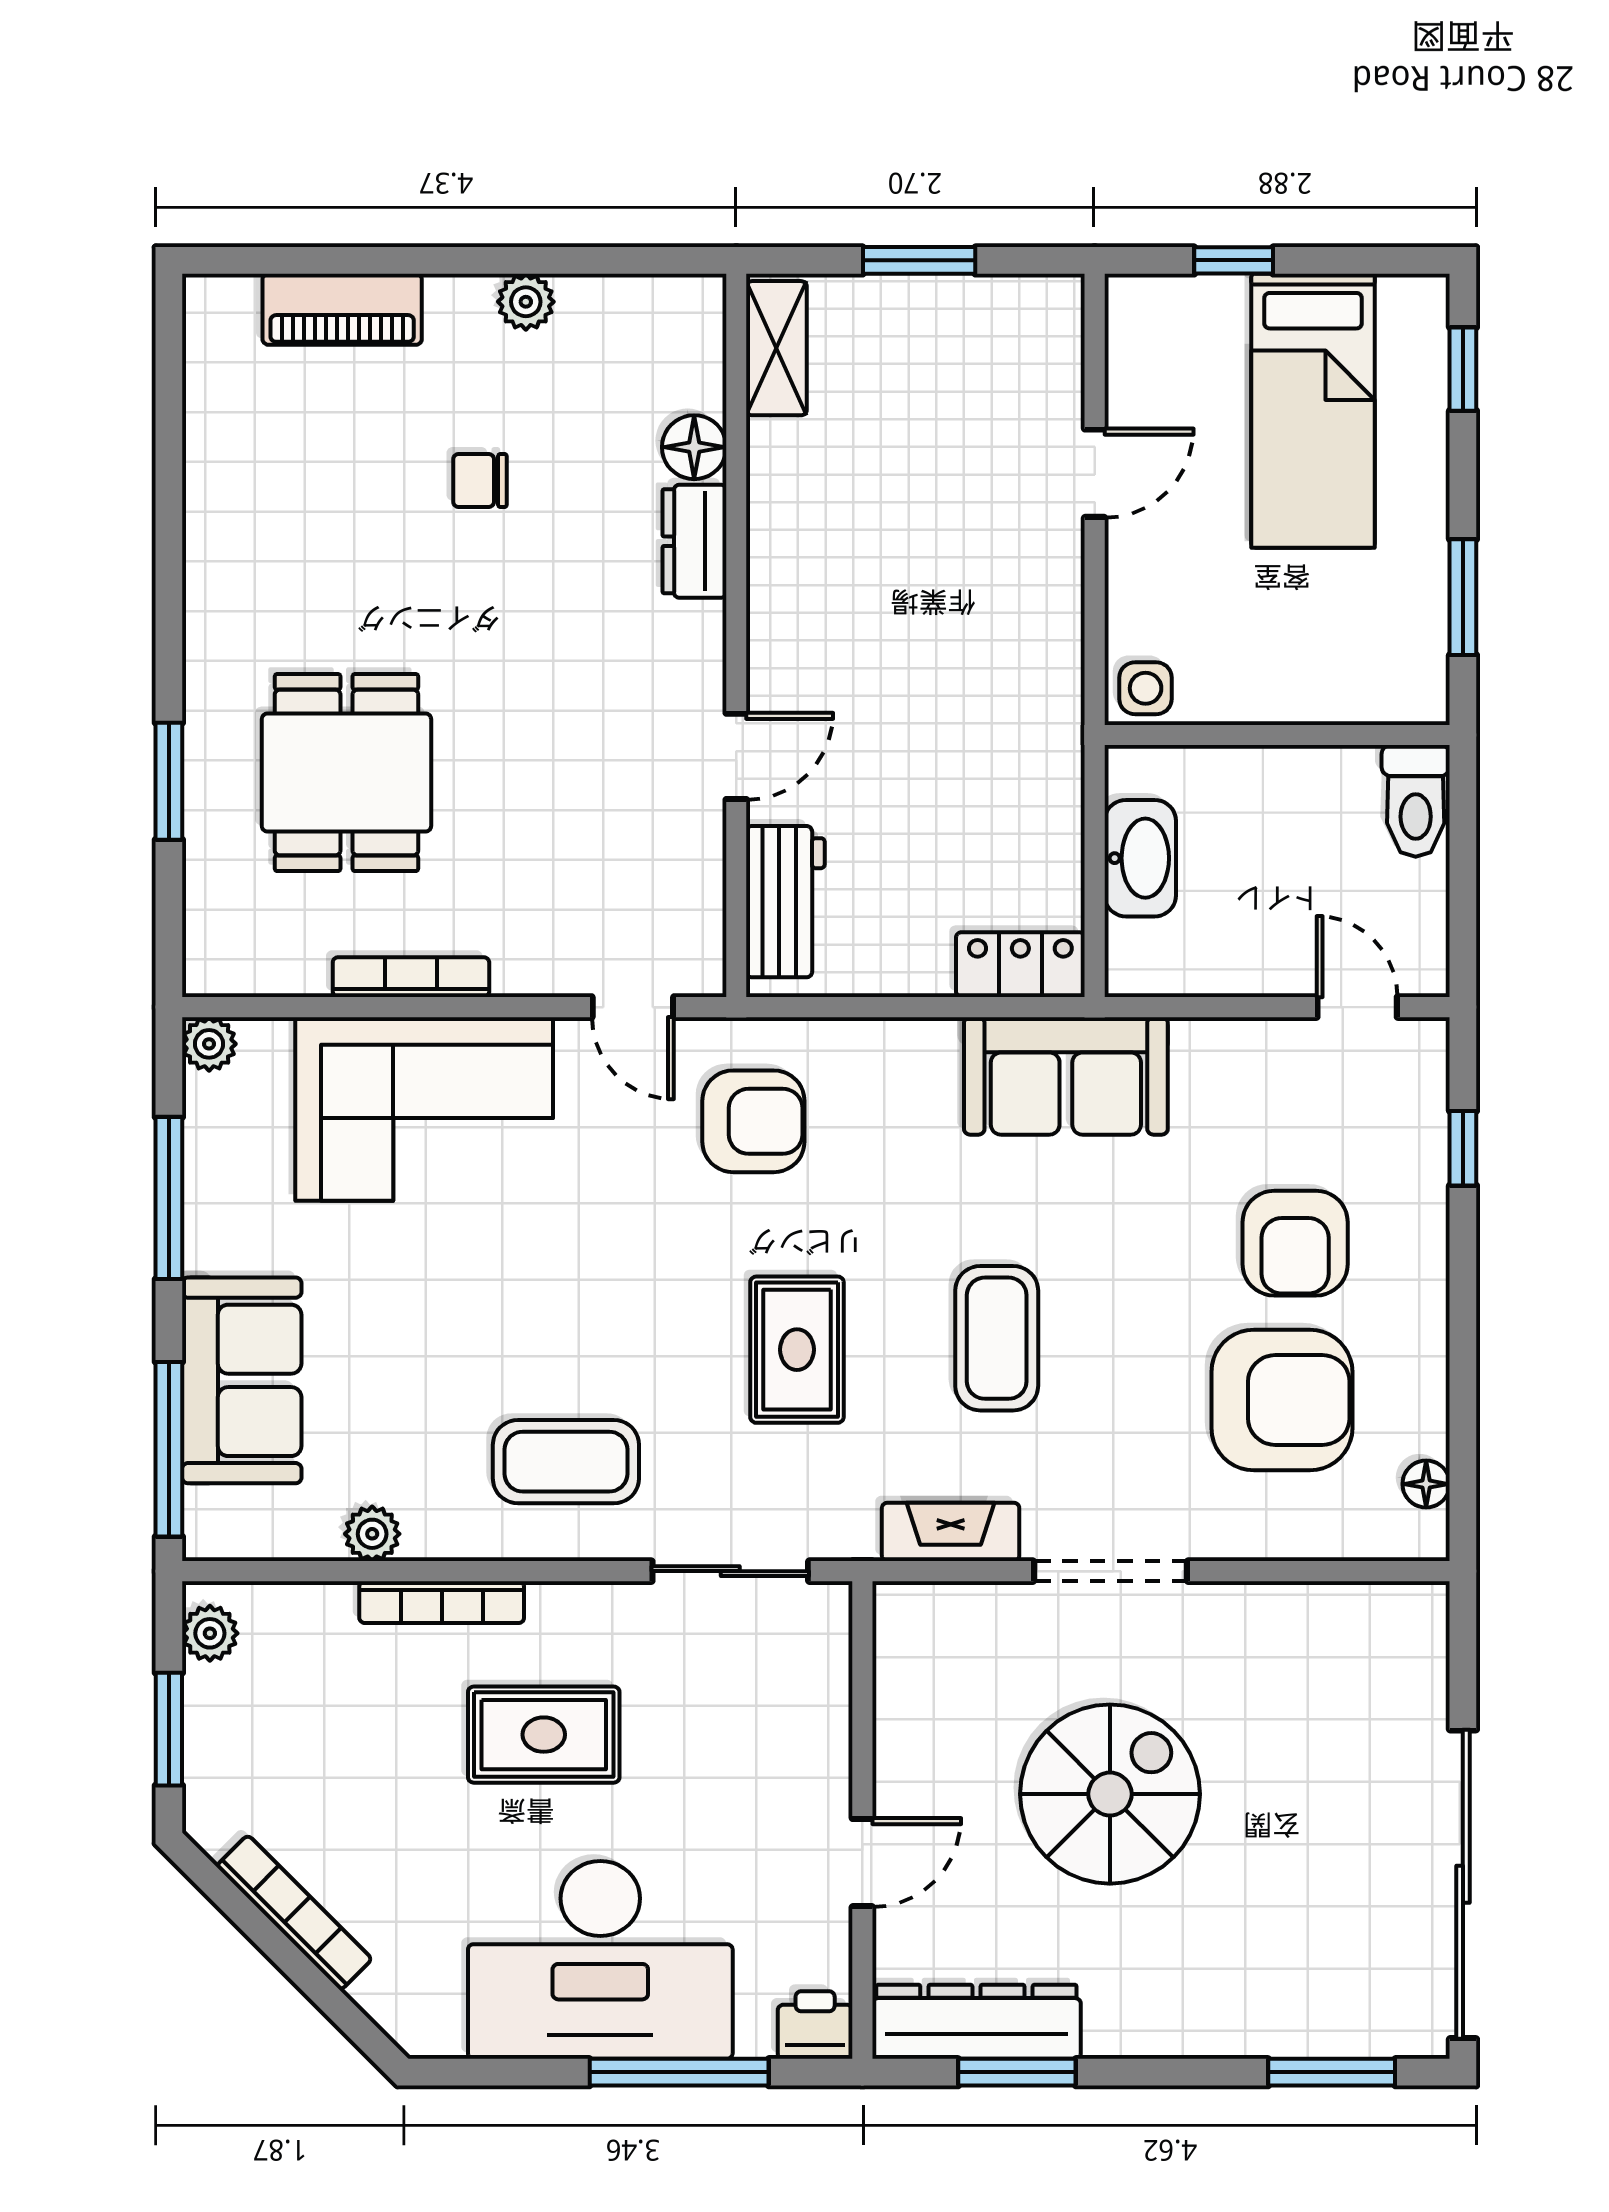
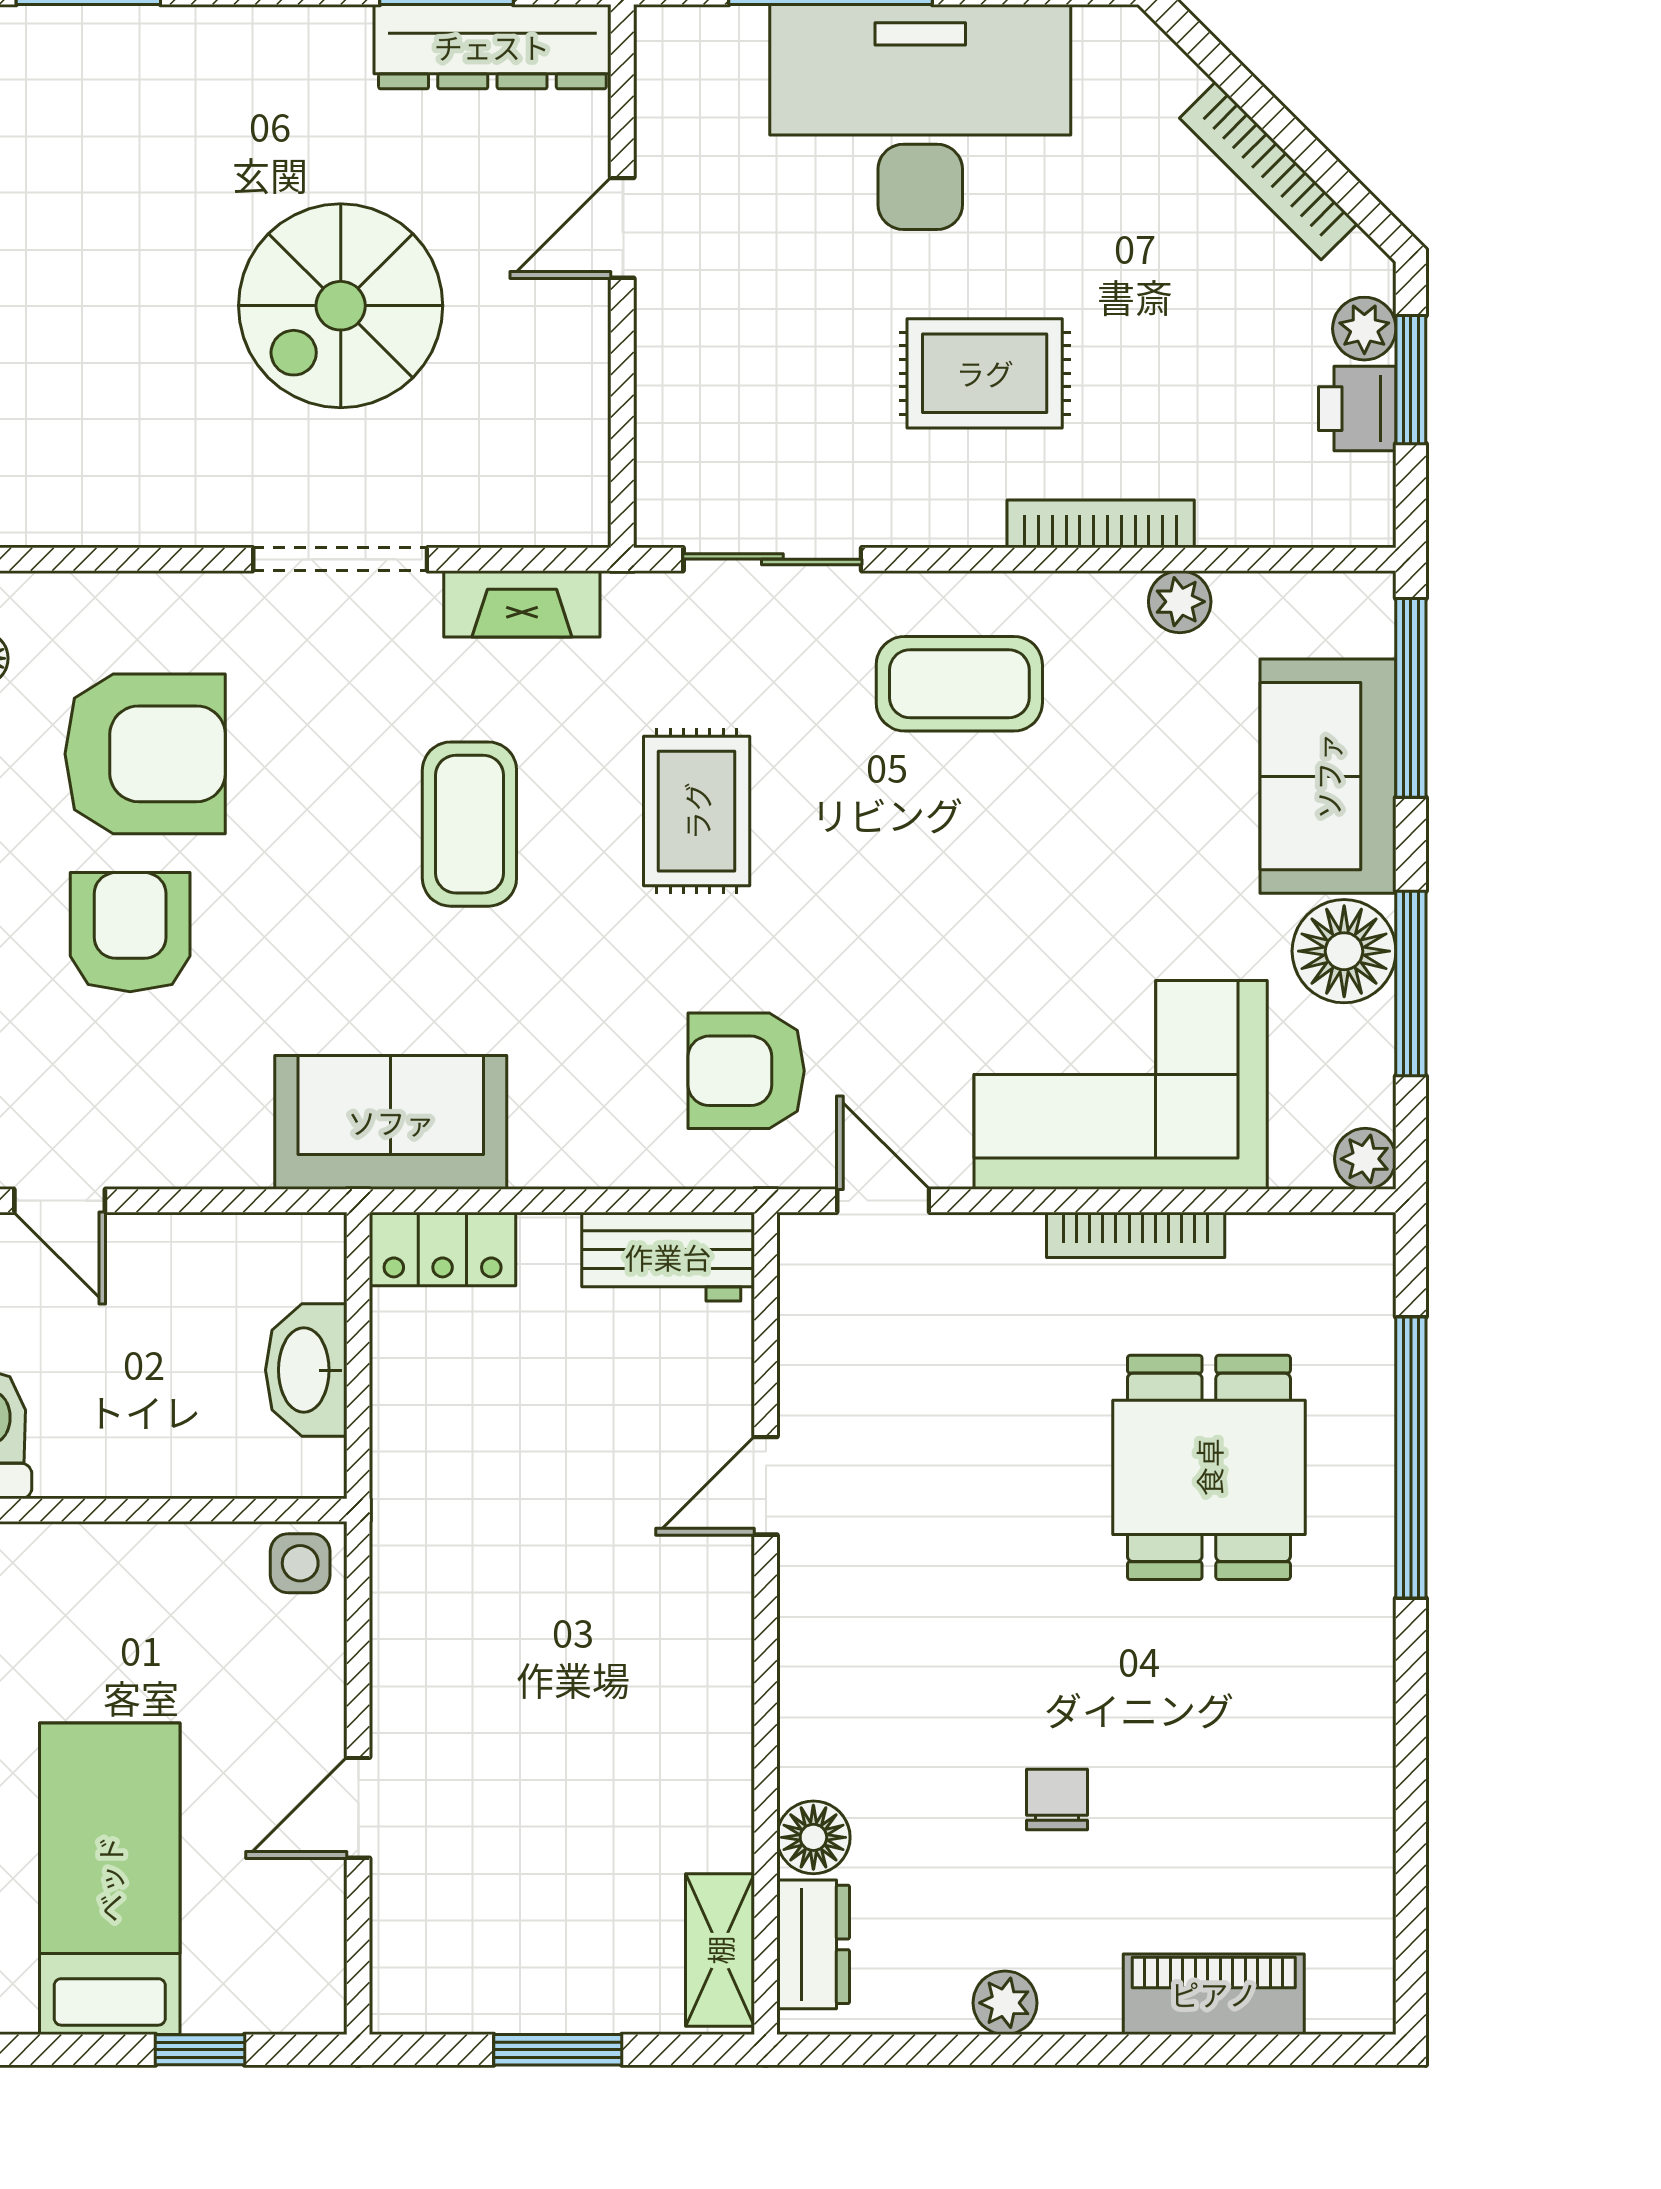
chair: (480, 480) -> (1057, 1800), turned -90
dresser: (694, 541) -> (813, 1944), moved
window: (169, 781) -> (1411, 1457), width x2.11
workbench: (785, 902) -> (668, 1257), moved, turned -90
floor lamp: (228, 1226) -> (1344, 951), added
armchair: (1282, 1400) -> (145, 754), turned 180
plant: (210, 1633) -> (1364, 329), moved
printer: (815, 2025) -> (1357, 409), moved, turned 90

